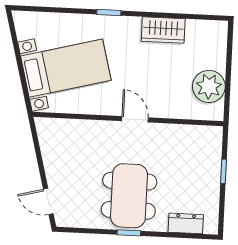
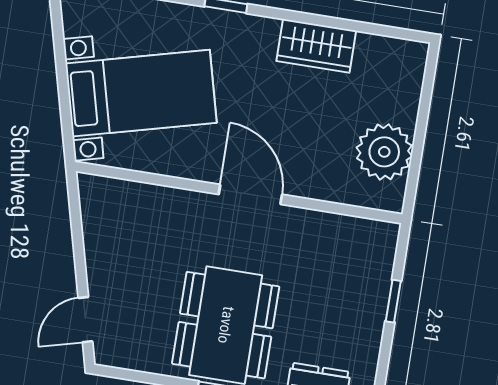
door: (135, 119) -> (250, 194), width x1.38
door: (48, 201) -> (85, 320), hinge flipped

